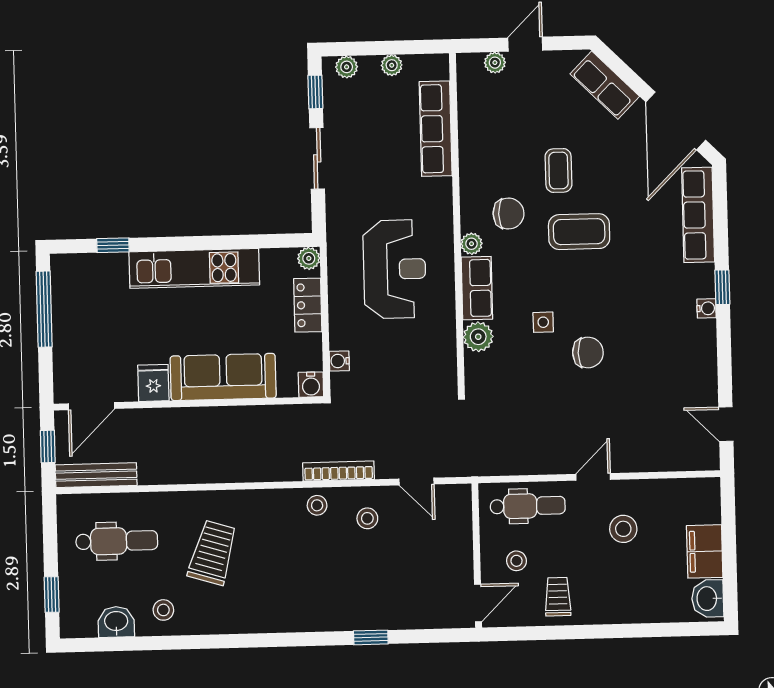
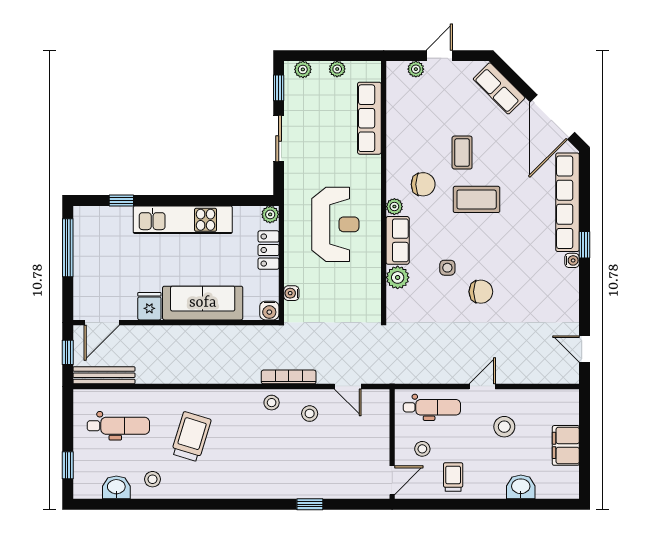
row of seats: (698, 215) -> (567, 202), width x1.36
washbasin: (708, 599) -> (521, 487), moved, turned 90

